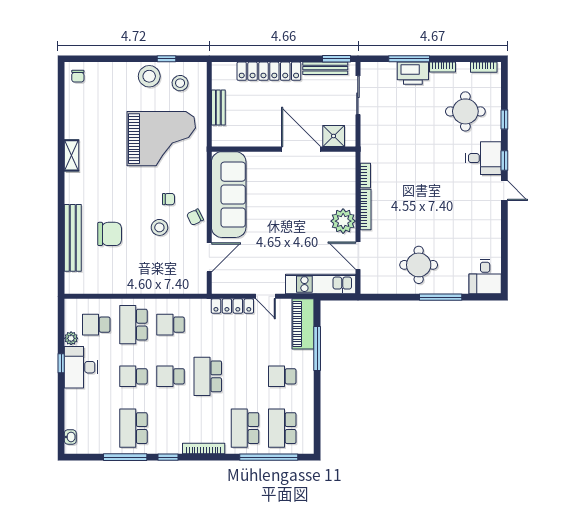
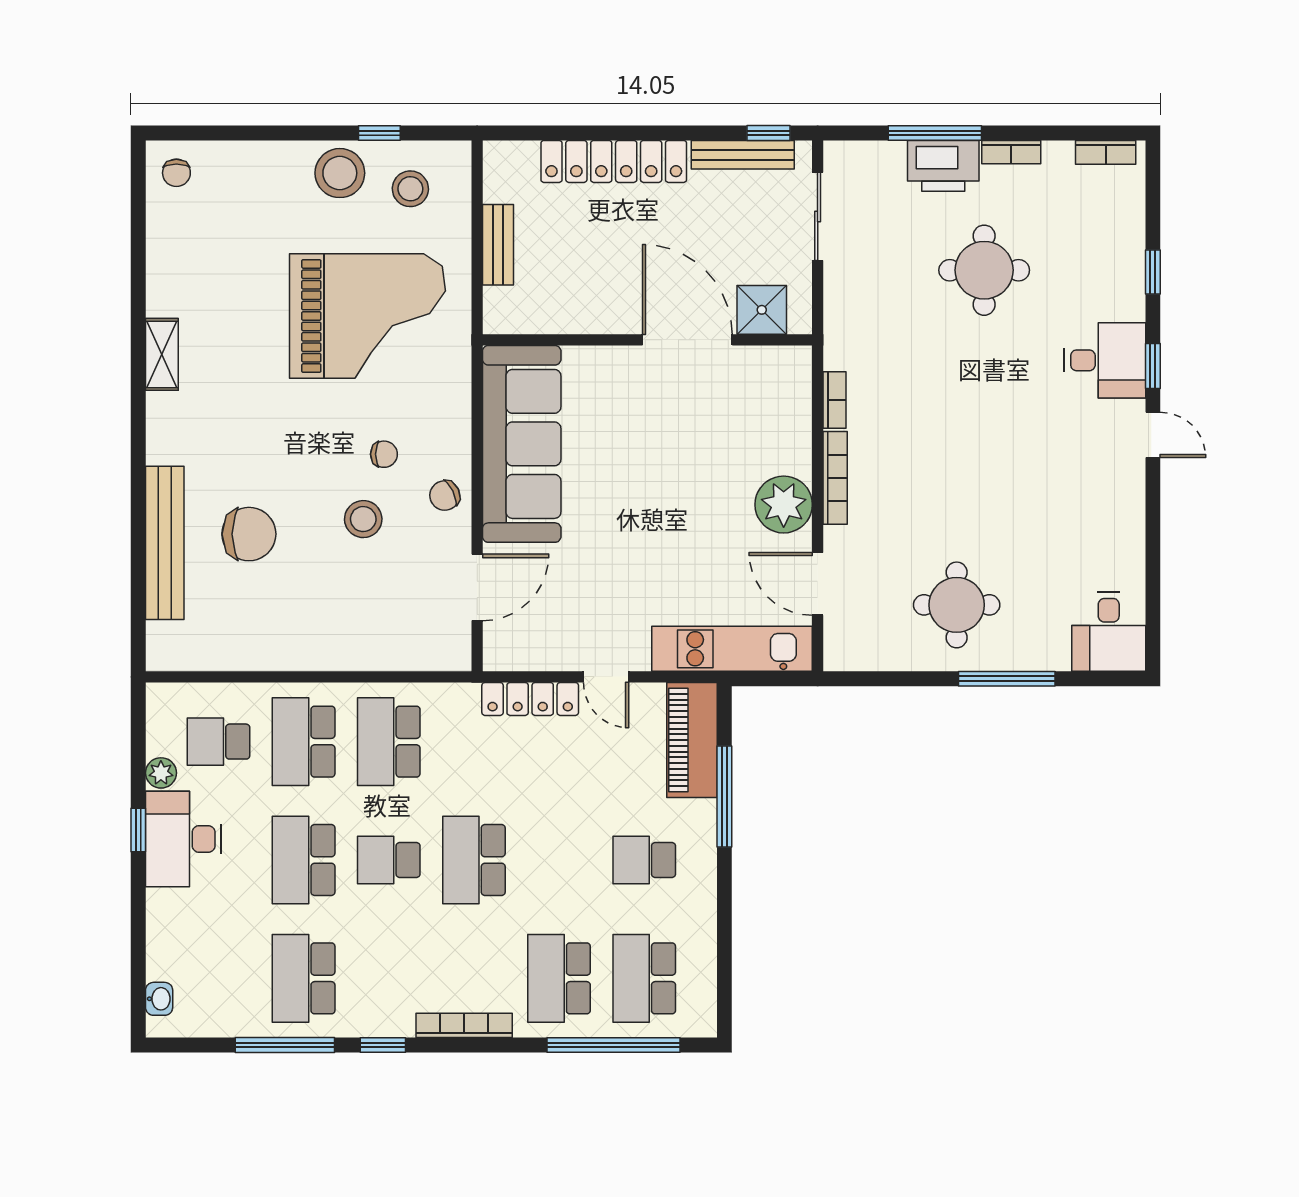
window: (337, 59) -> (769, 133), width x0.67
round table: (465, 111) -> (984, 270), moved
school desk: (171, 325) -> (389, 742), width x1.85
school desk: (133, 376) -> (304, 860), width x1.85

